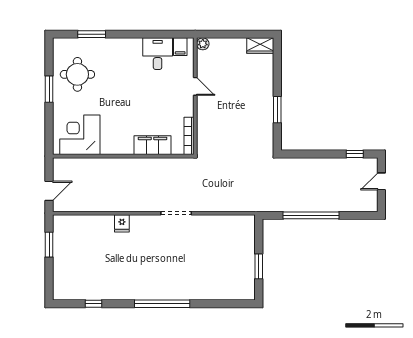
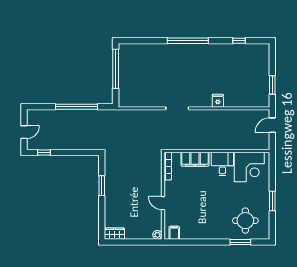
desk: (158, 54) -> (222, 164), moved, turned 180
round table: (77, 74) -> (245, 221), moved
window: (259, 266) -> (116, 69), width x2.11

